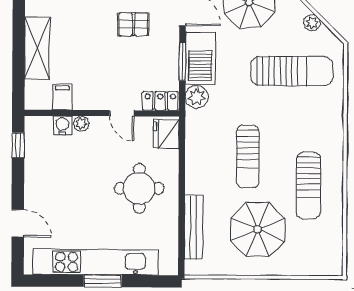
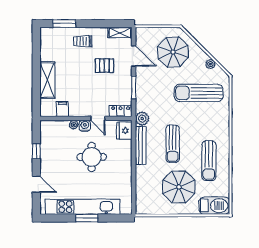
barbecue: (200, 58) -> (214, 206), moved, turned -90
sun lounger: (292, 71) -> (199, 93), turned 180
plant: (197, 97) -> (142, 119), moved
water cooler: (62, 125) -> (85, 126), moved
window: (18, 145) -> (36, 151), moved
round table: (139, 188) -> (92, 157), moved
bench: (193, 227) -> (141, 145), moved

